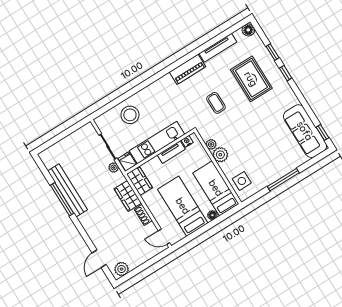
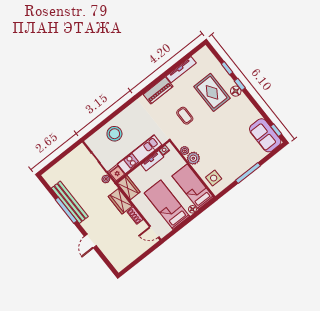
floor lamp: (248, 30) -> (236, 91), moved
sofa: (305, 131) -> (265, 135), width x0.73
door: (99, 259) -> (90, 241), moved
plant: (122, 269) -> (122, 263), removed

